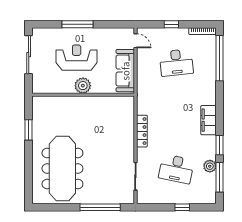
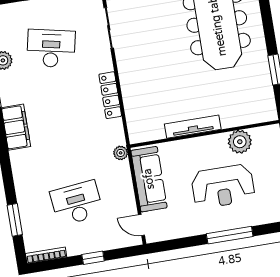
window: (219, 58) -> (15, 220), width x0.47
plant: (83, 86) -> (240, 142), moved
plant: (141, 91) -> (121, 153), added
tv unit: (90, 101) -> (193, 127), added

